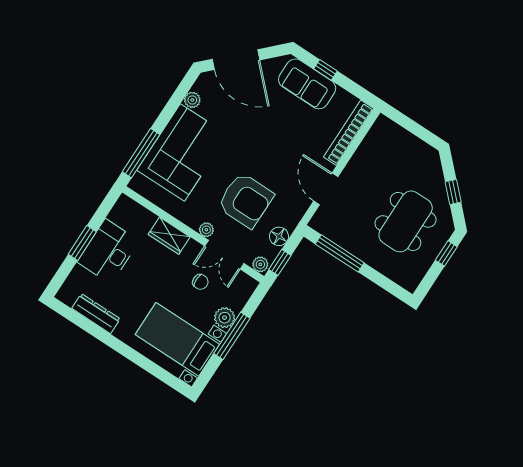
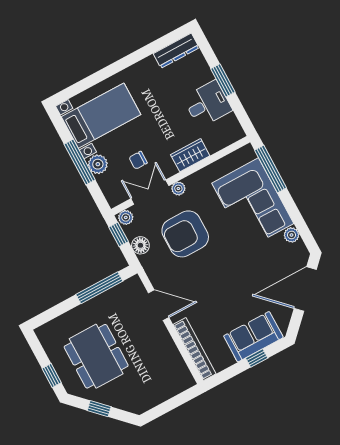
desk: (108, 251) -> (208, 104), width x0.73
dresser: (96, 314) -> (176, 51), moved

